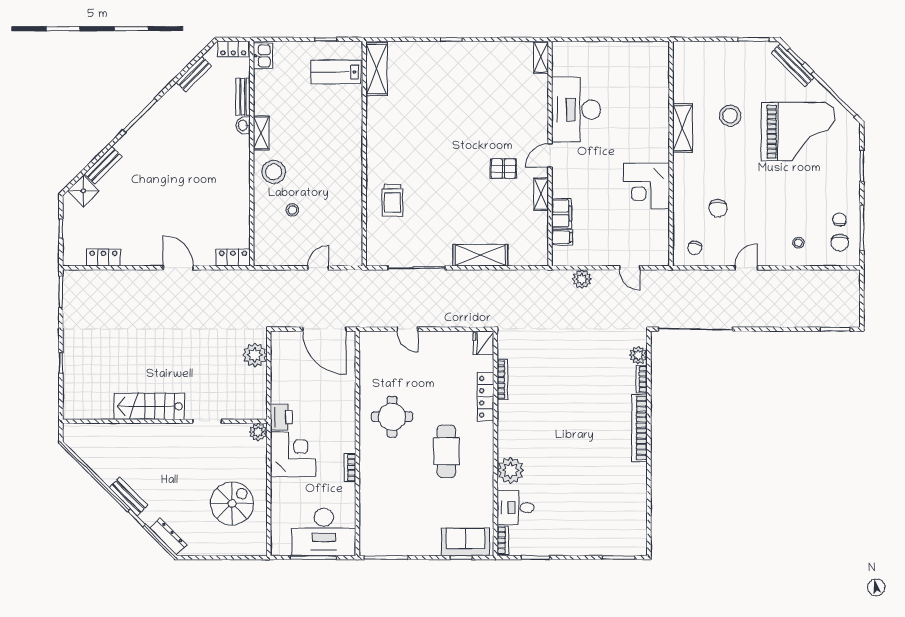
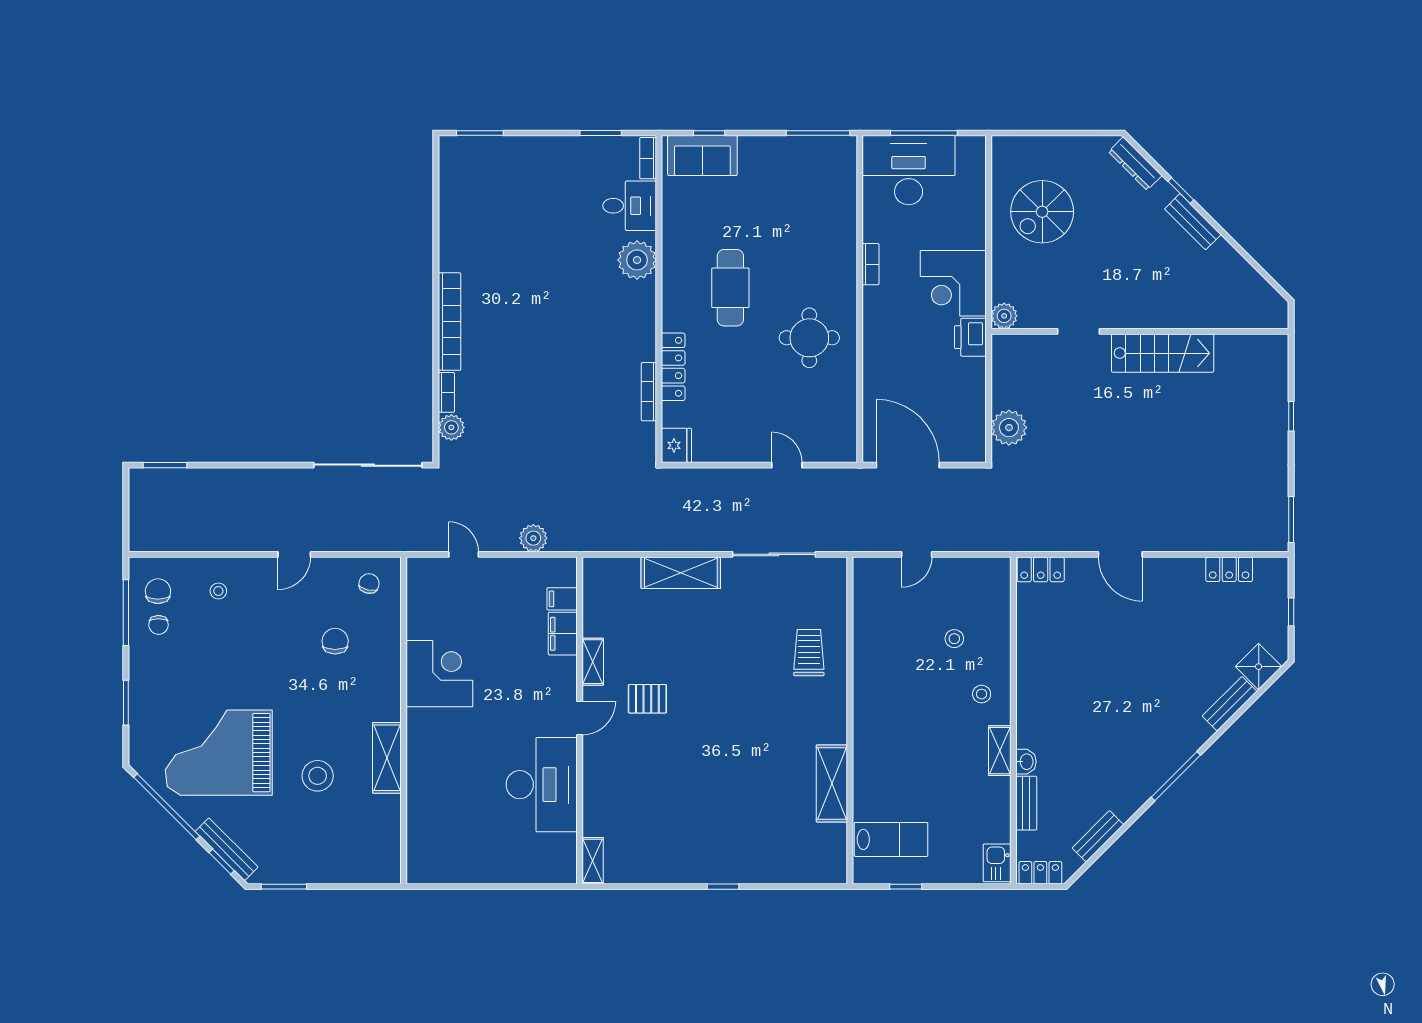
shelving: (377, 69) -> (832, 783), moved
stool: (274, 172) -> (982, 694), width x0.53, depth x0.53

